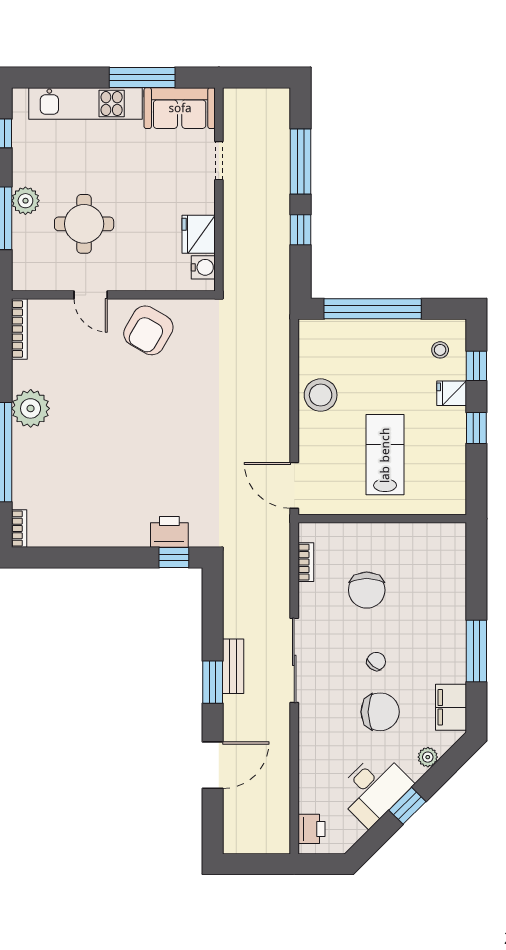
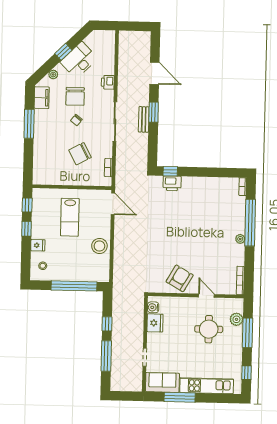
plant: (25, 201) -> (236, 319), moved
window: (476, 366) -> (27, 205), moved
plant: (31, 408) -> (240, 239), width x0.53, depth x0.53
chair: (367, 590) -> (80, 154), turned -118
chair: (380, 712) -> (75, 96), turned -90
door: (213, 765) -> (154, 73), swing flipped
printer: (311, 829) -> (108, 82), moved

